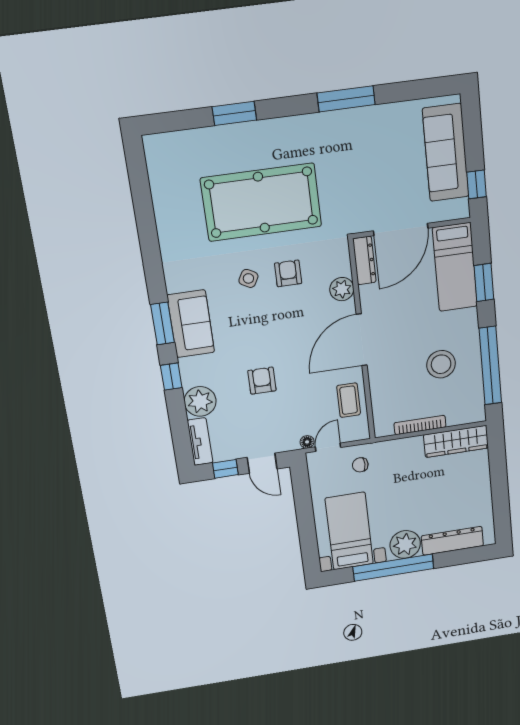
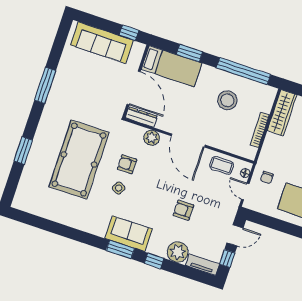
floor lamp: (307, 442) -> (245, 173), moved

